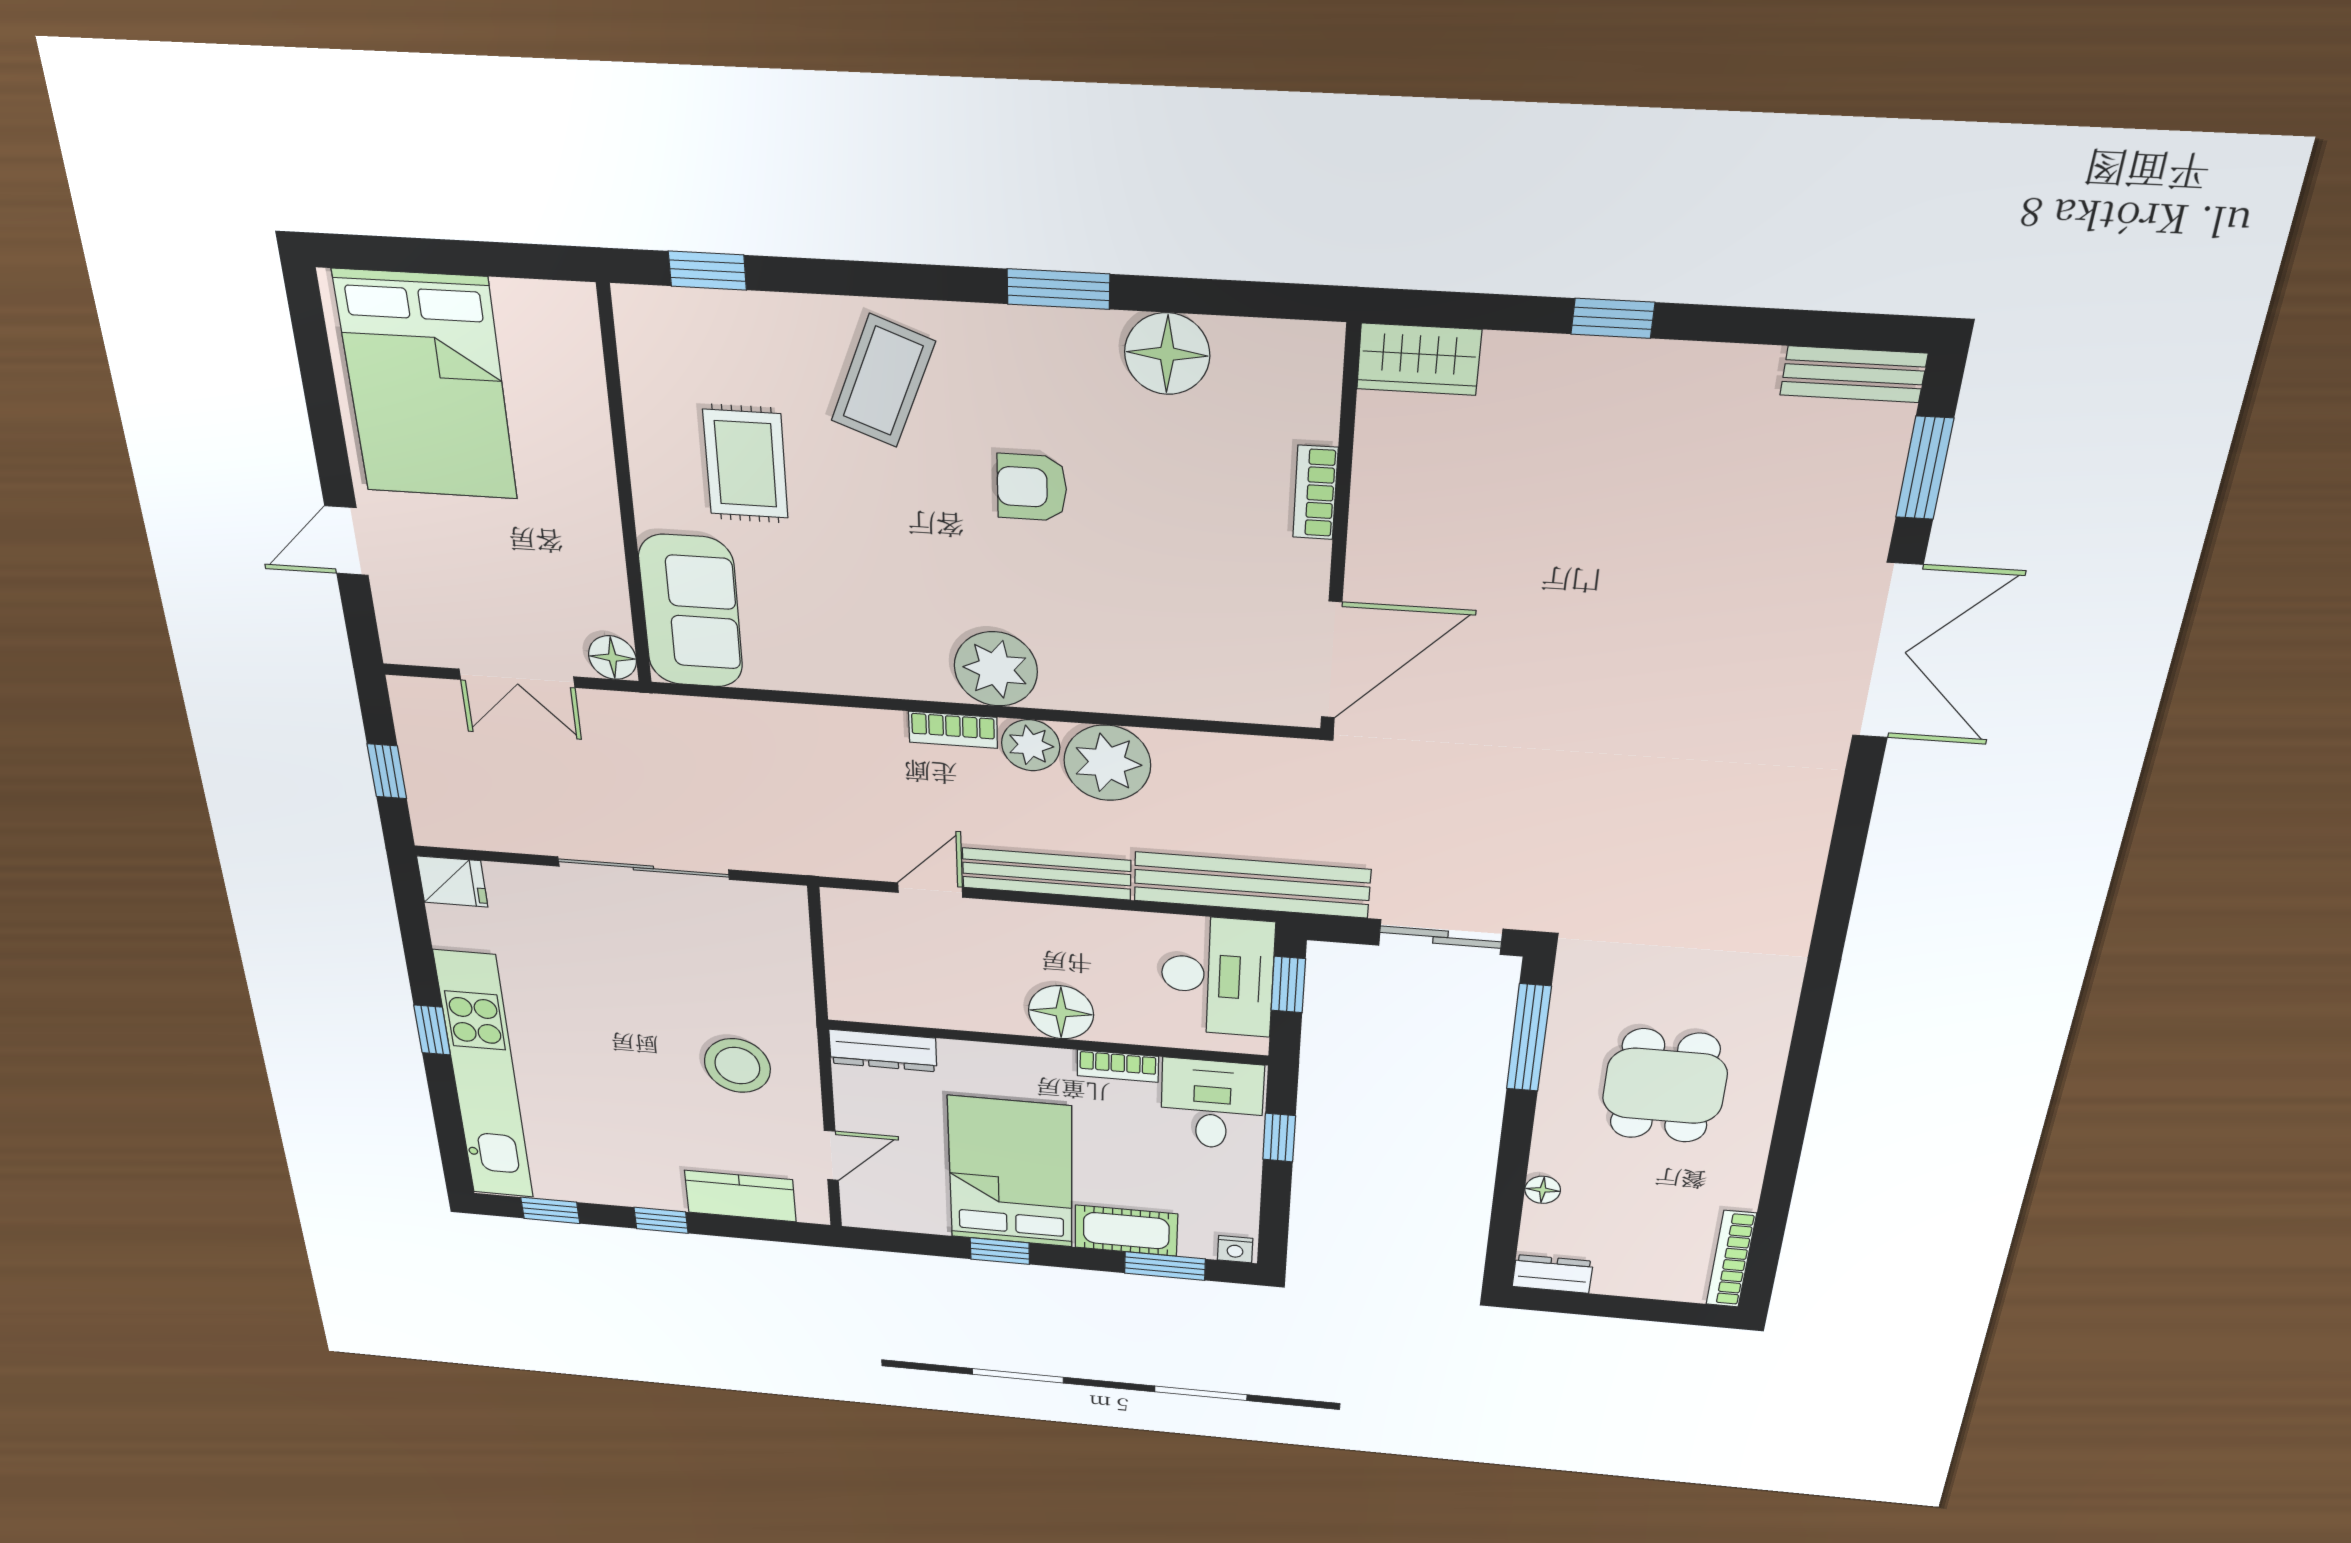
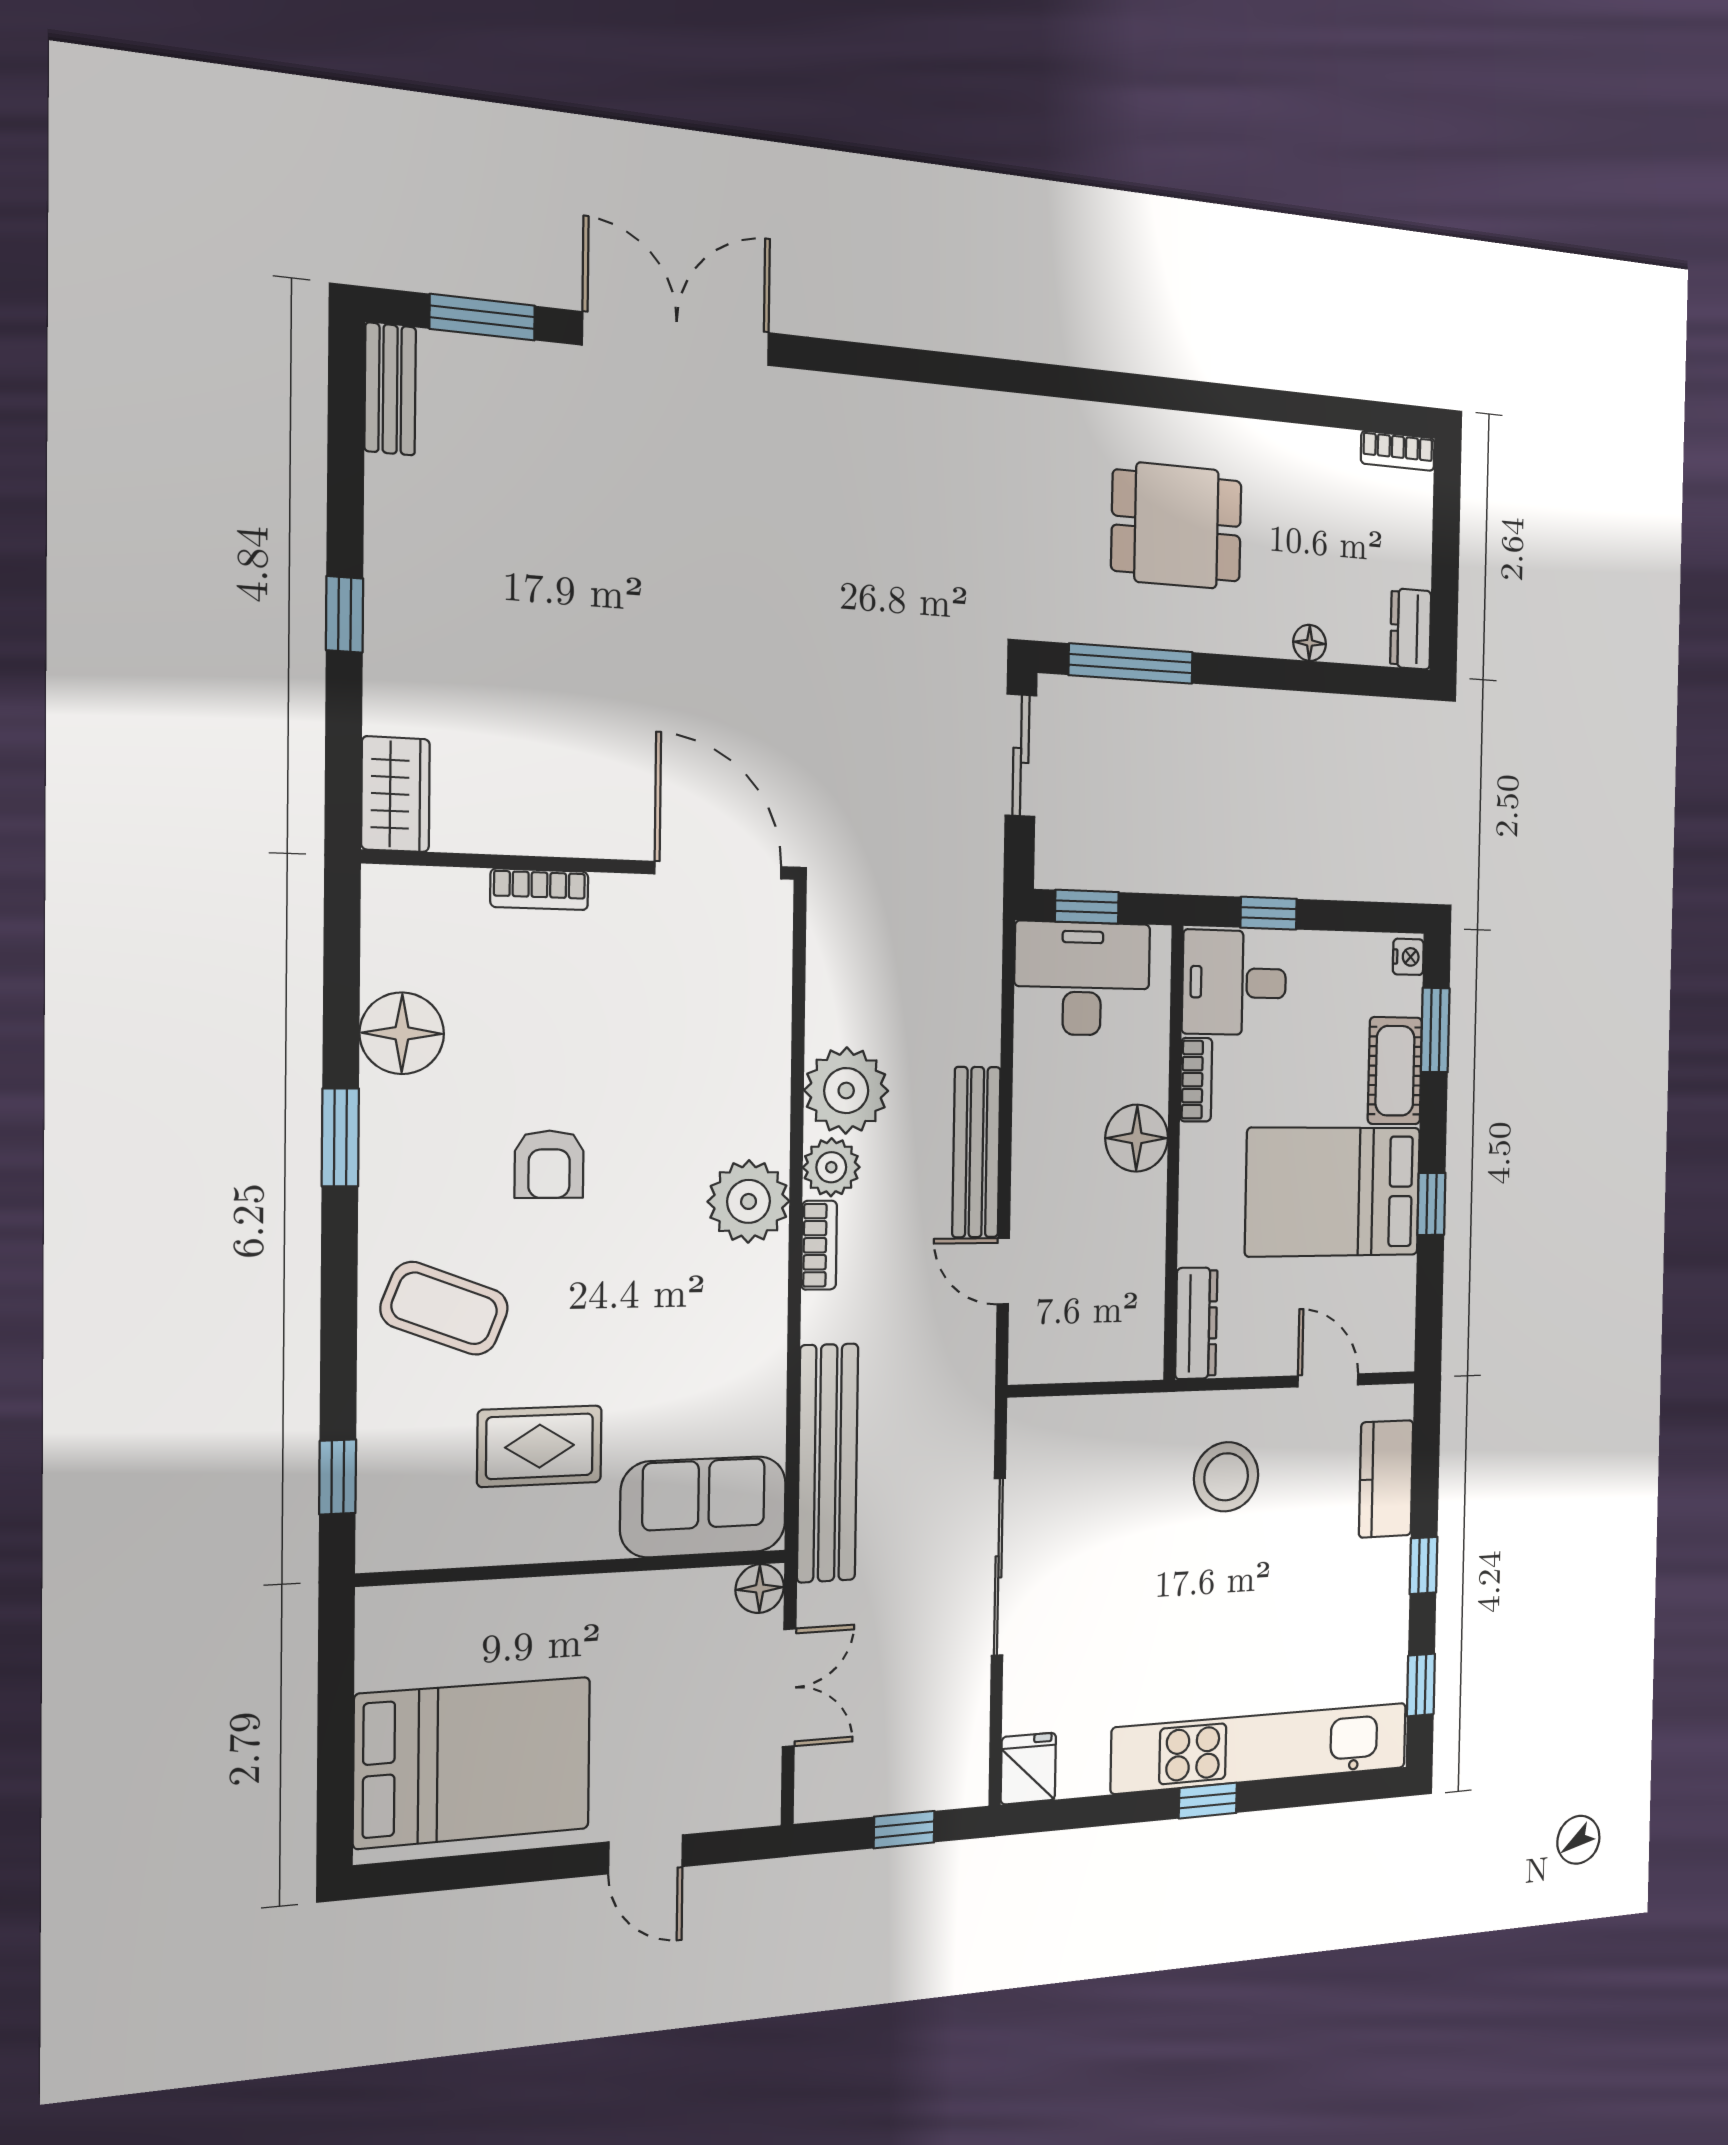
bench: (1252, 885) -> (828, 1463), moved
bookcase: (1731, 1259) -> (1398, 451), width x0.64

